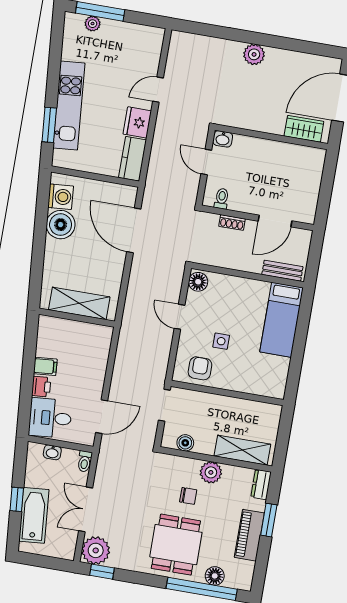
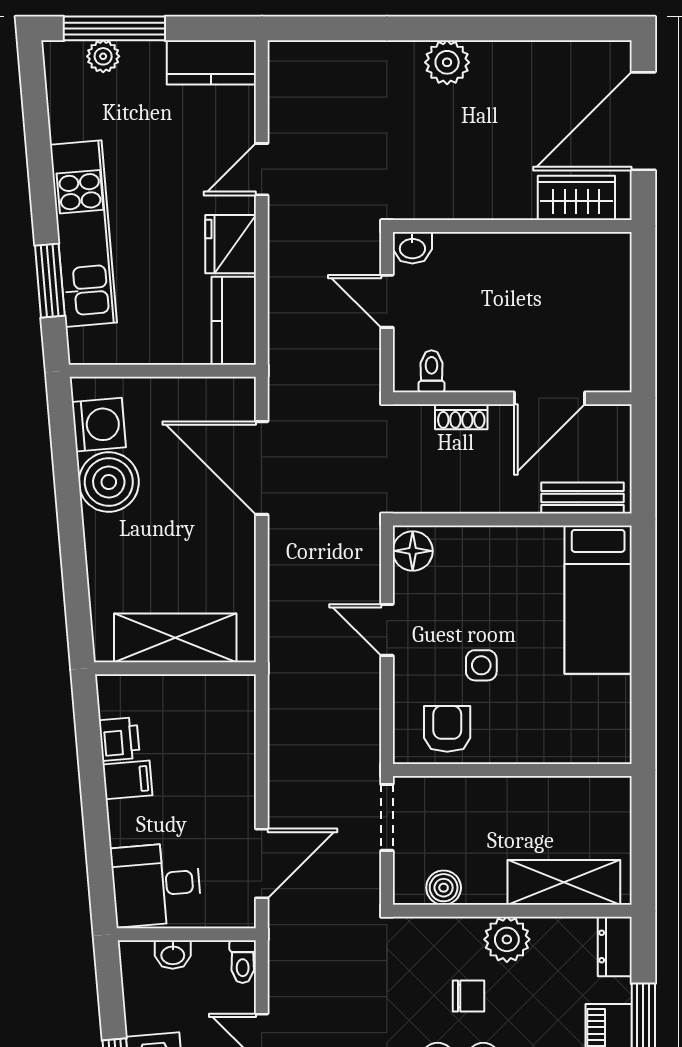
kitchen counter: (143, 35) -> (211, 62), added
printer: (41, 387) -> (119, 739), moved

